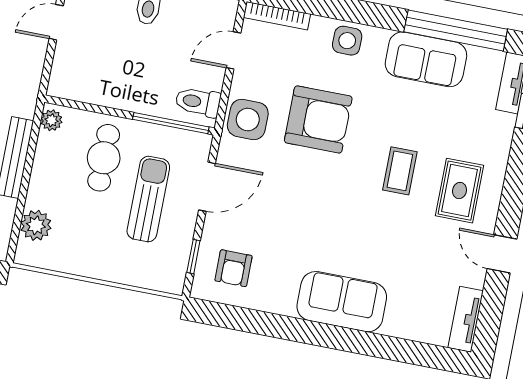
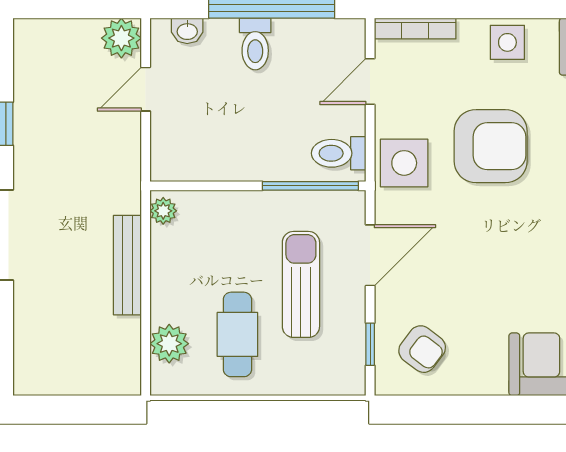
cafe table: (104, 158) -> (237, 334), moved
armchair: (233, 268) -> (422, 349), turned -53

